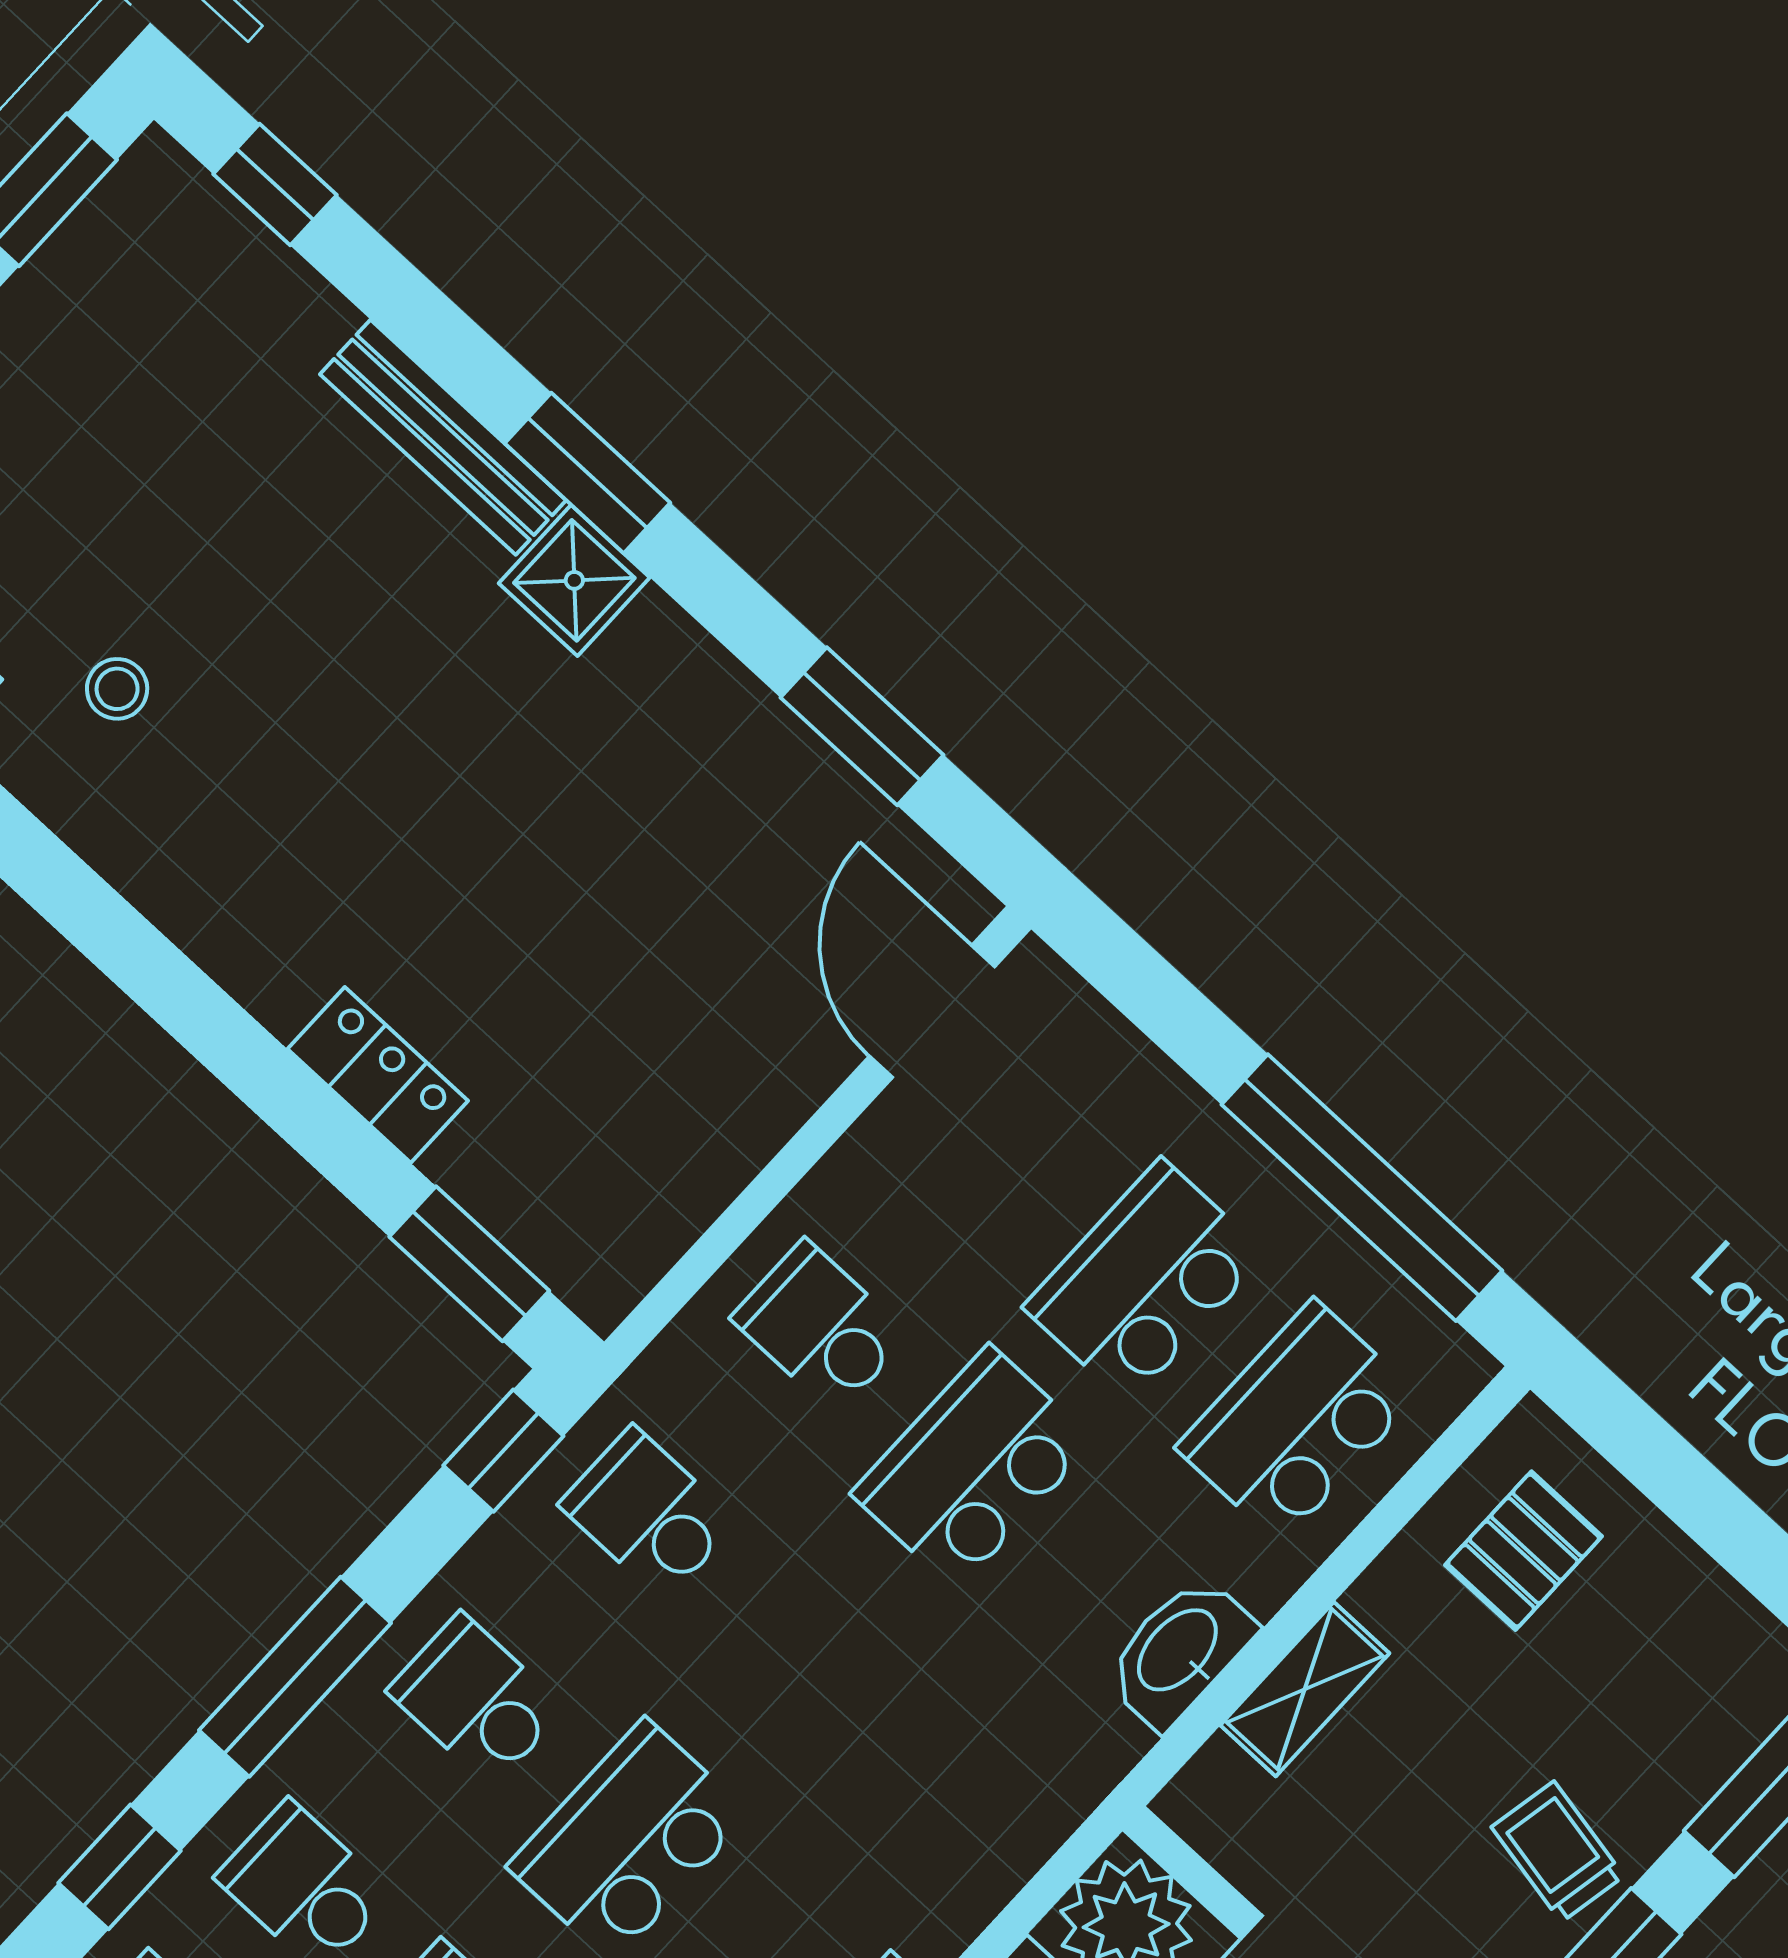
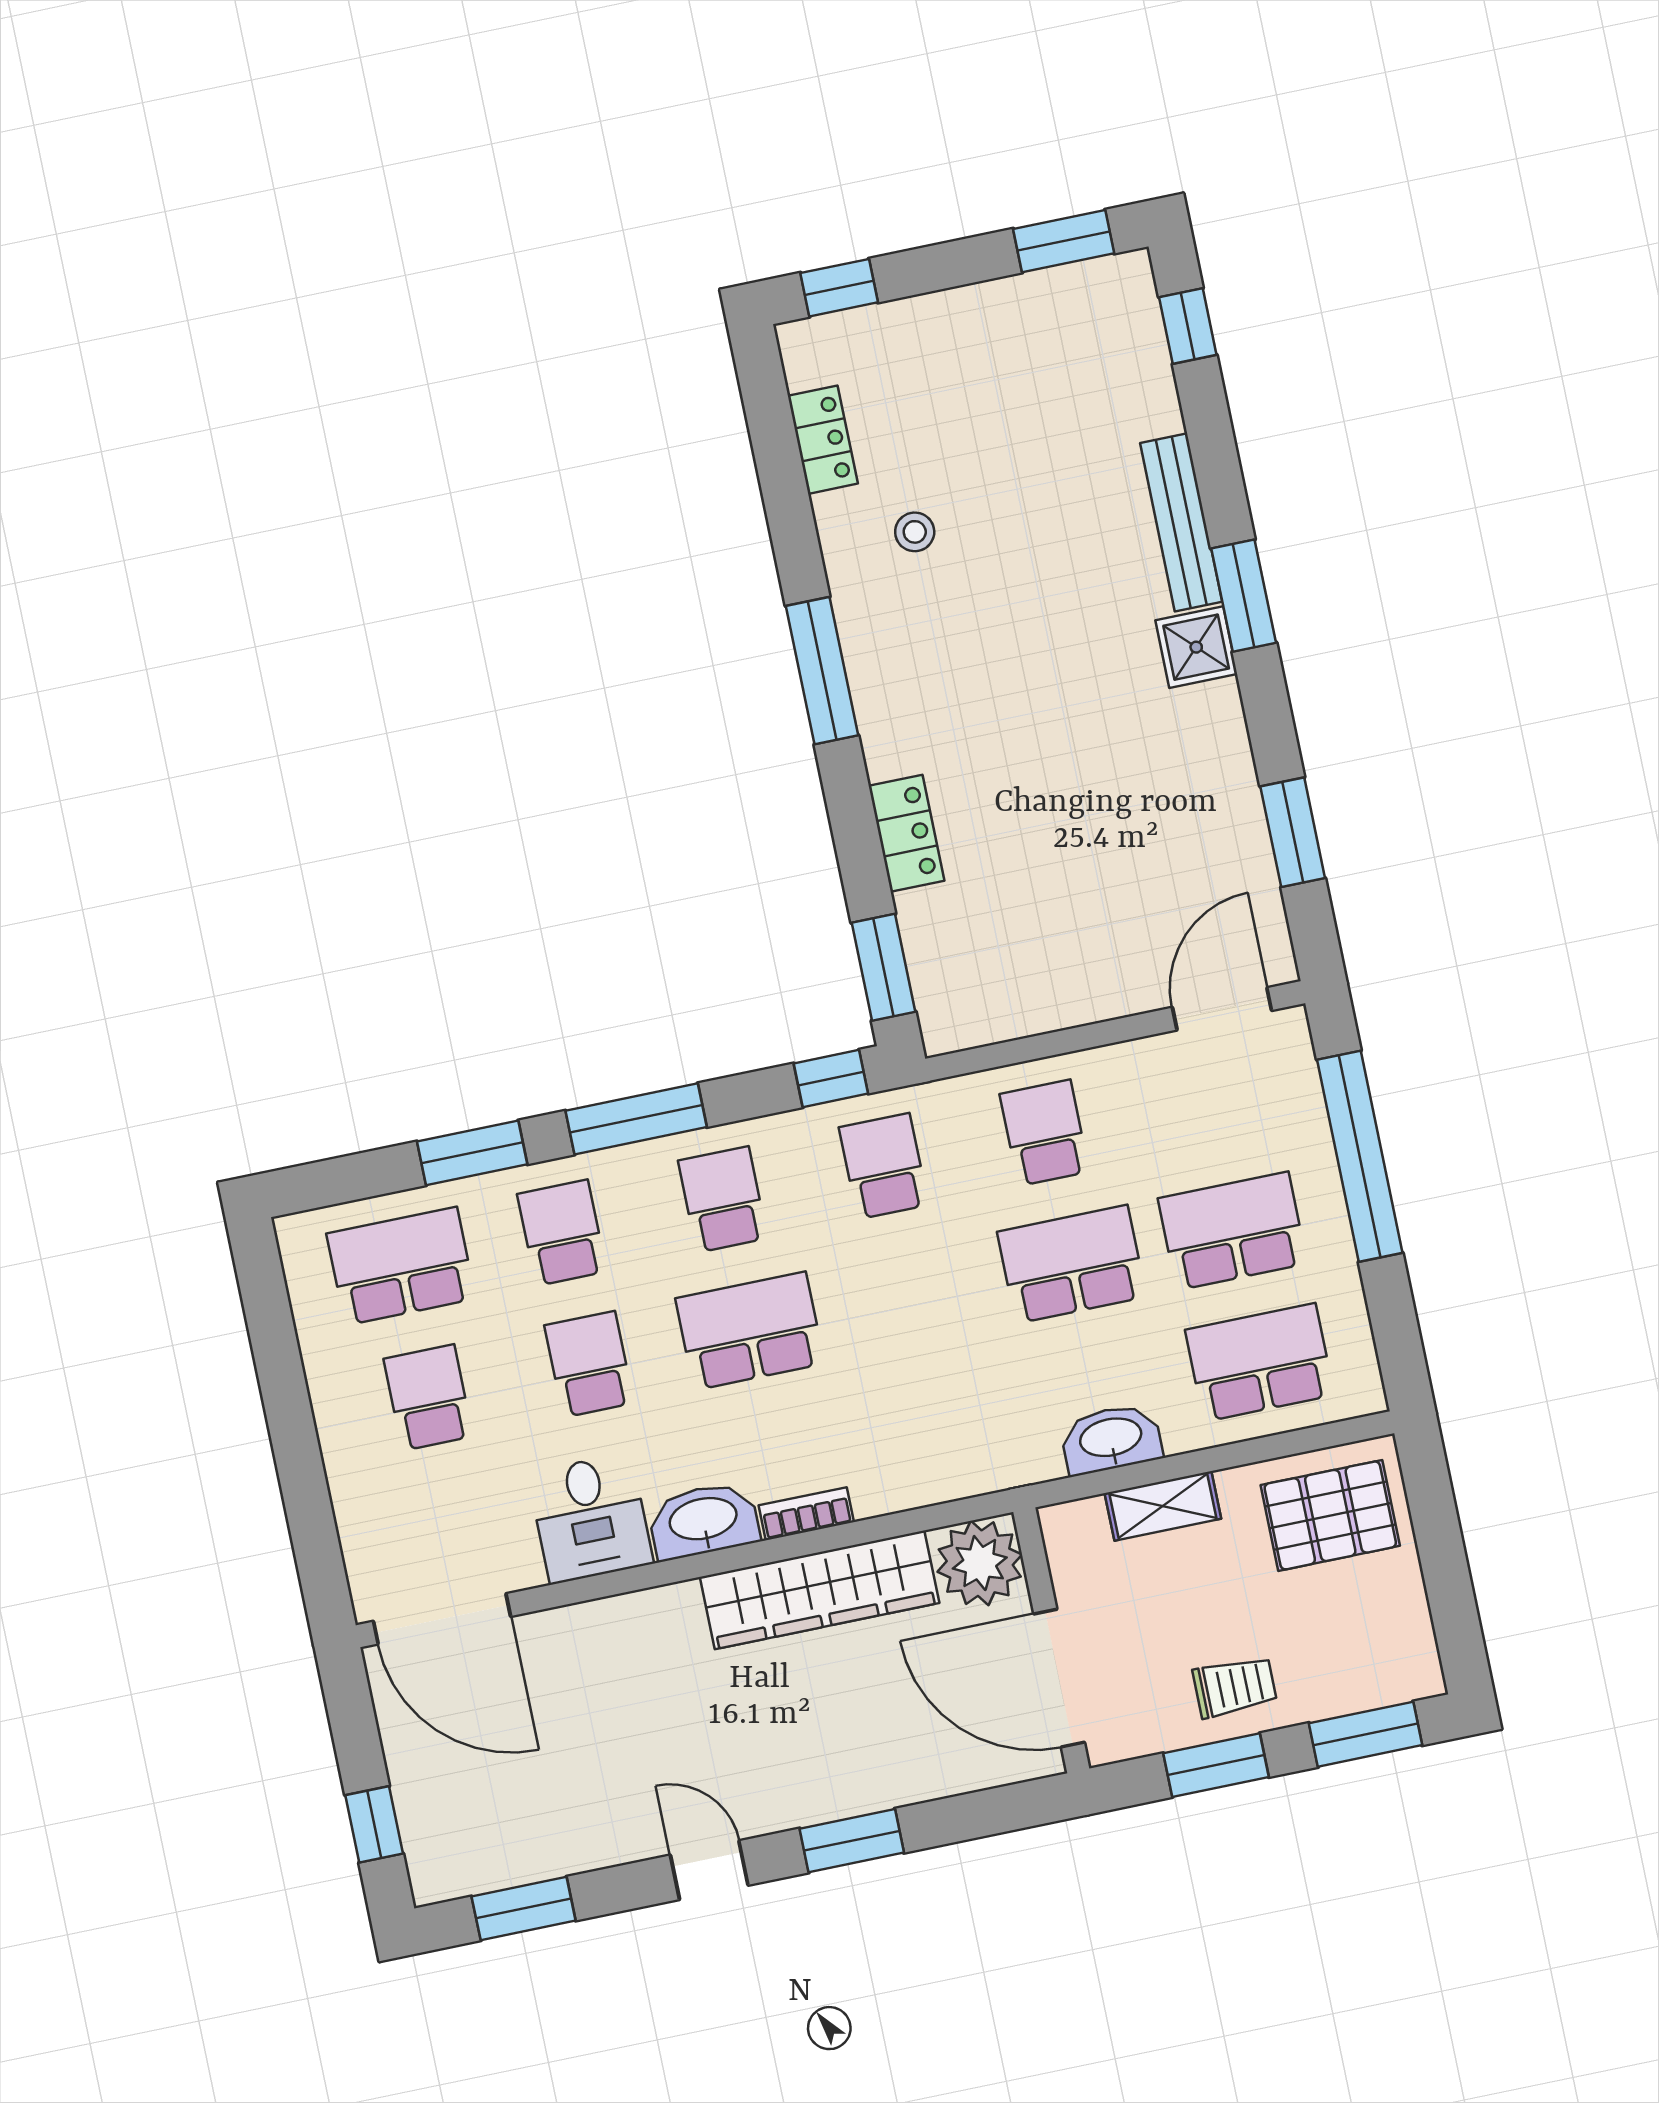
window: (125, 946) -> (822, 671), added
window: (1362, 1188) -> (1360, 1156), moved
pallet: (1524, 1551) -> (1330, 1515), width x1.50, depth x1.42
trolley: (1558, 1852) -> (1235, 1687), turned 79
window: (119, 1867) -> (472, 1153), width x1.50

